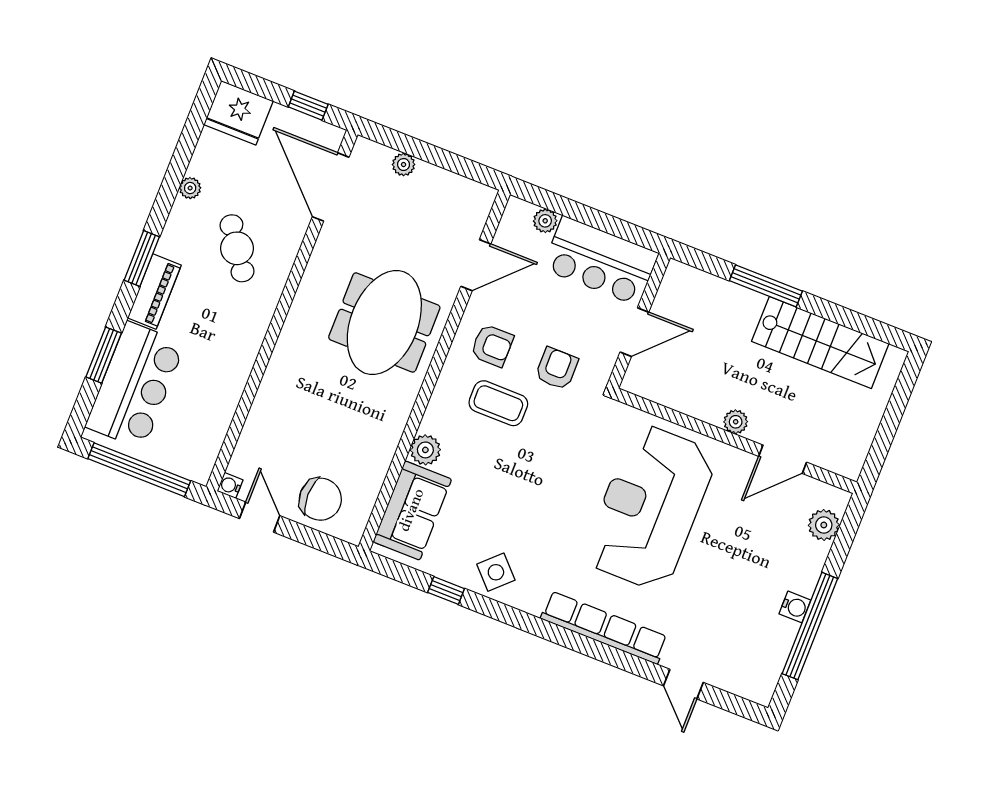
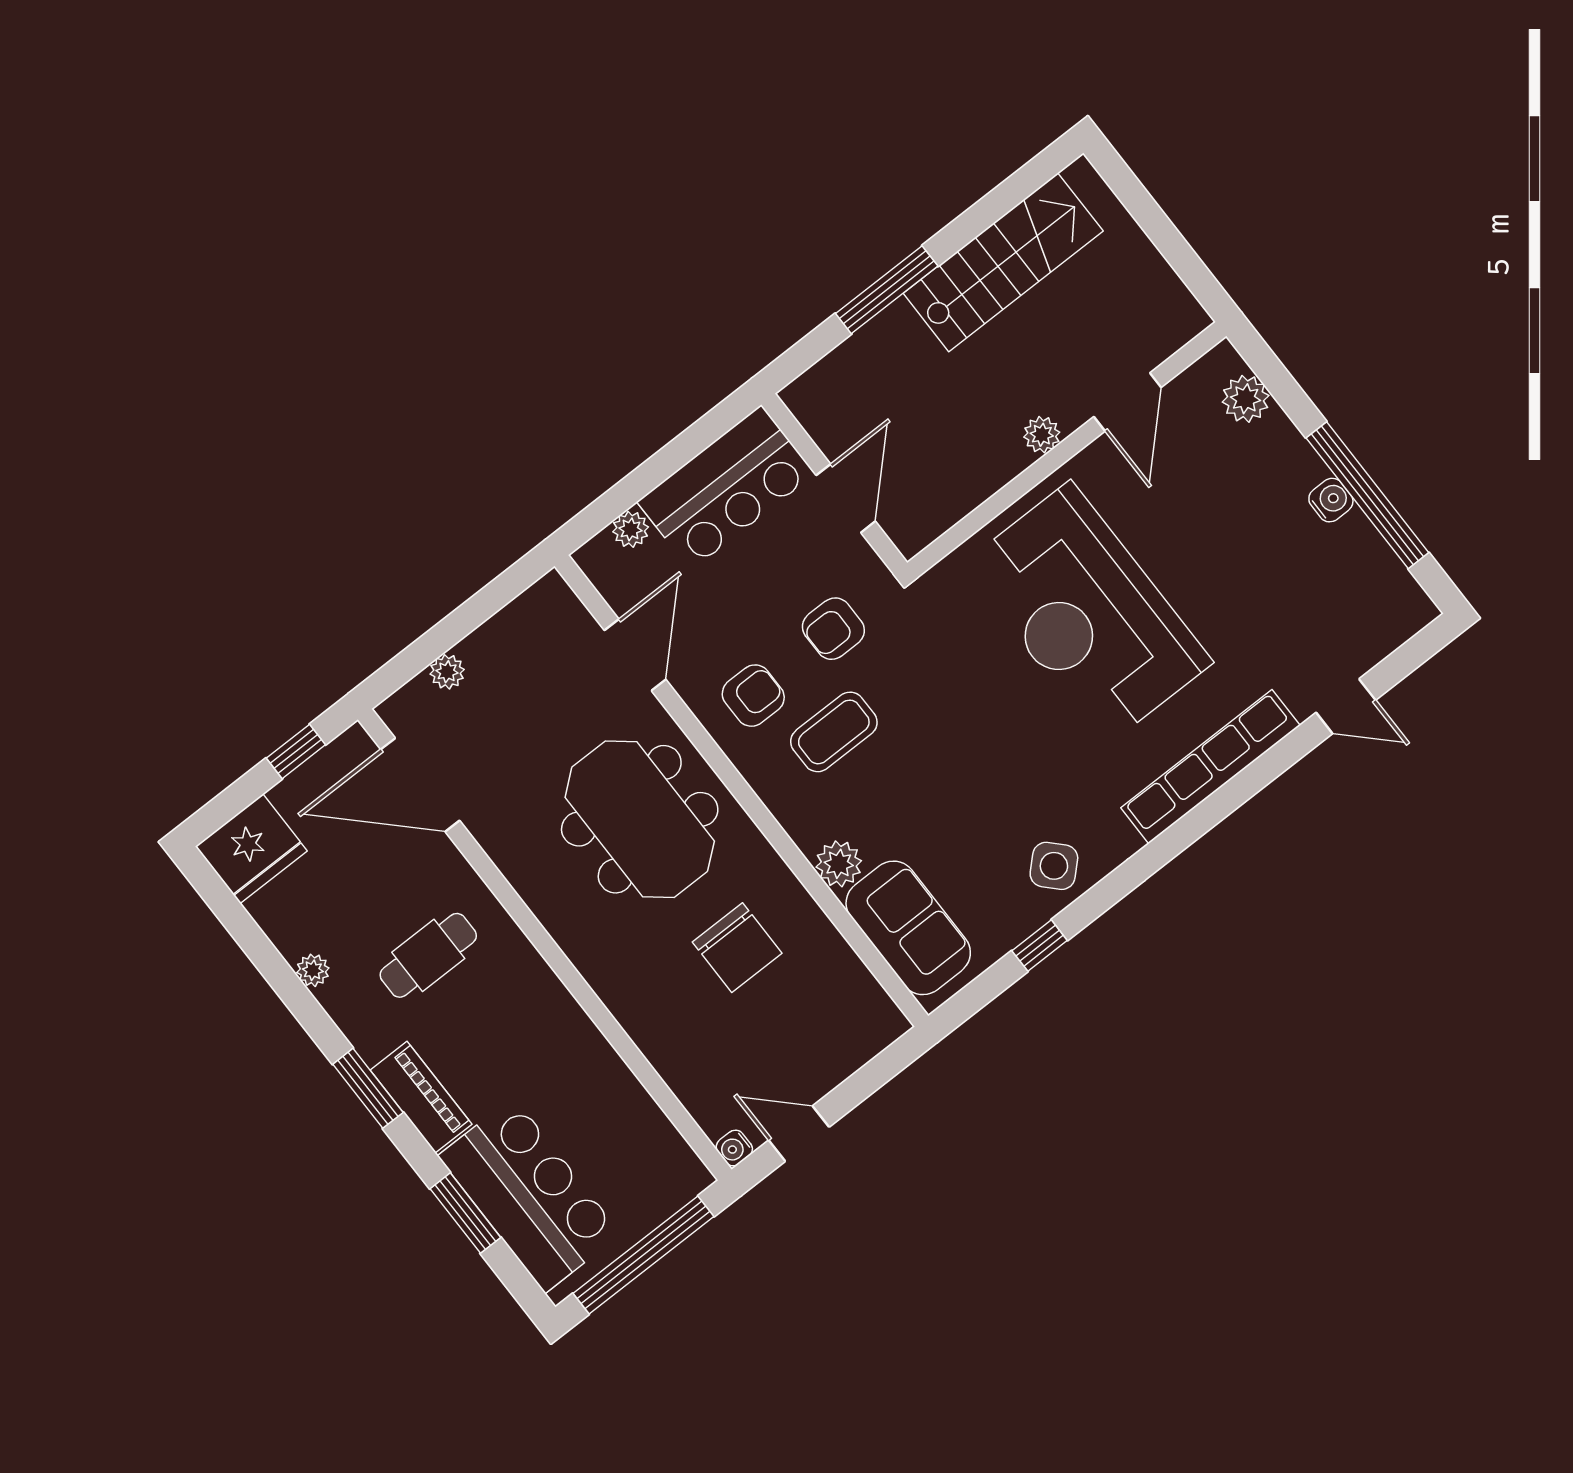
cafe table: (237, 248) -> (428, 955), turned -55
armchair: (557, 369) -> (833, 629), turned -90
chair: (320, 499) -> (737, 948), moved, turned 90

